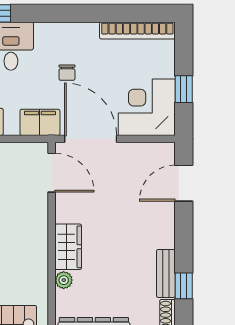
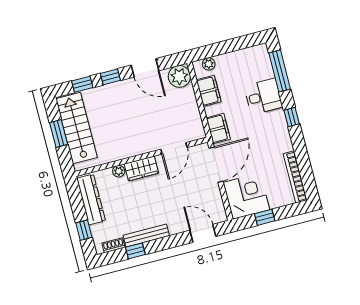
window: (51, 13) -> (292, 117), added
chair: (67, 73) -> (255, 138), removed
door: (52, 173) -> (174, 148), moved
bench: (166, 273) -> (146, 236), width x1.36

